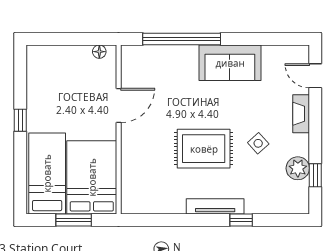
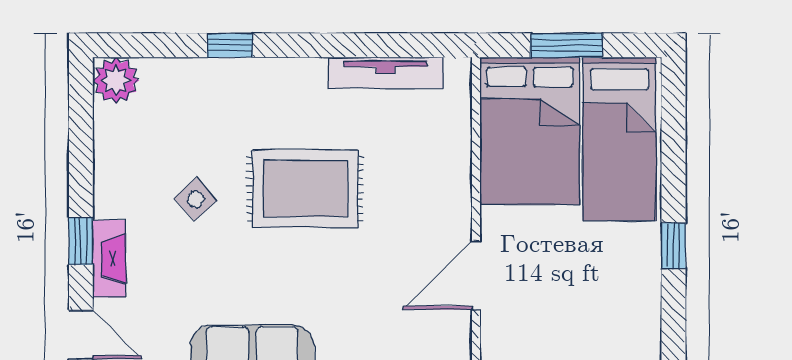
plant: (298, 168) -> (116, 80), moved
window: (315, 175) -> (81, 241), moved
tv unit: (215, 206) -> (386, 73), moved

